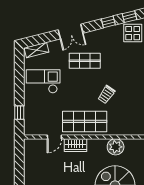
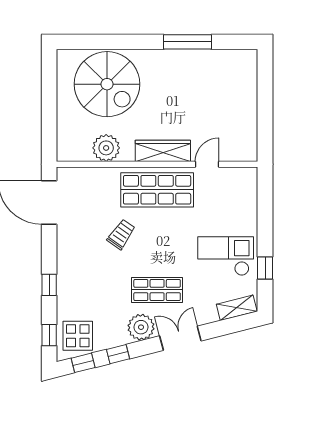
plant: (94, 38) -> (141, 327), added
checkout: (43, 81) -> (226, 256), turned 180
window: (19, 113) -> (265, 268), moved
wardrobe: (76, 145) -> (163, 151), width x1.50

